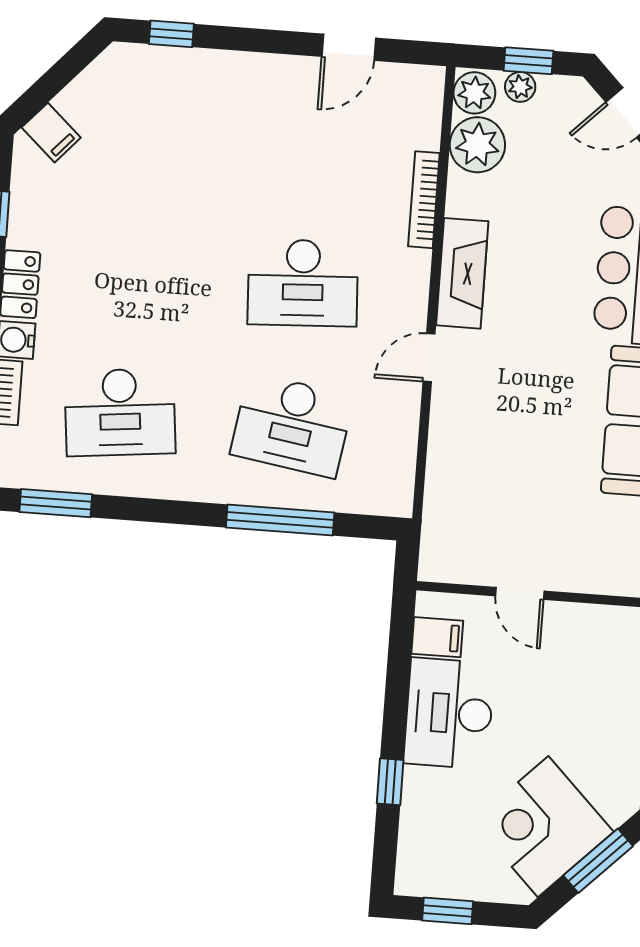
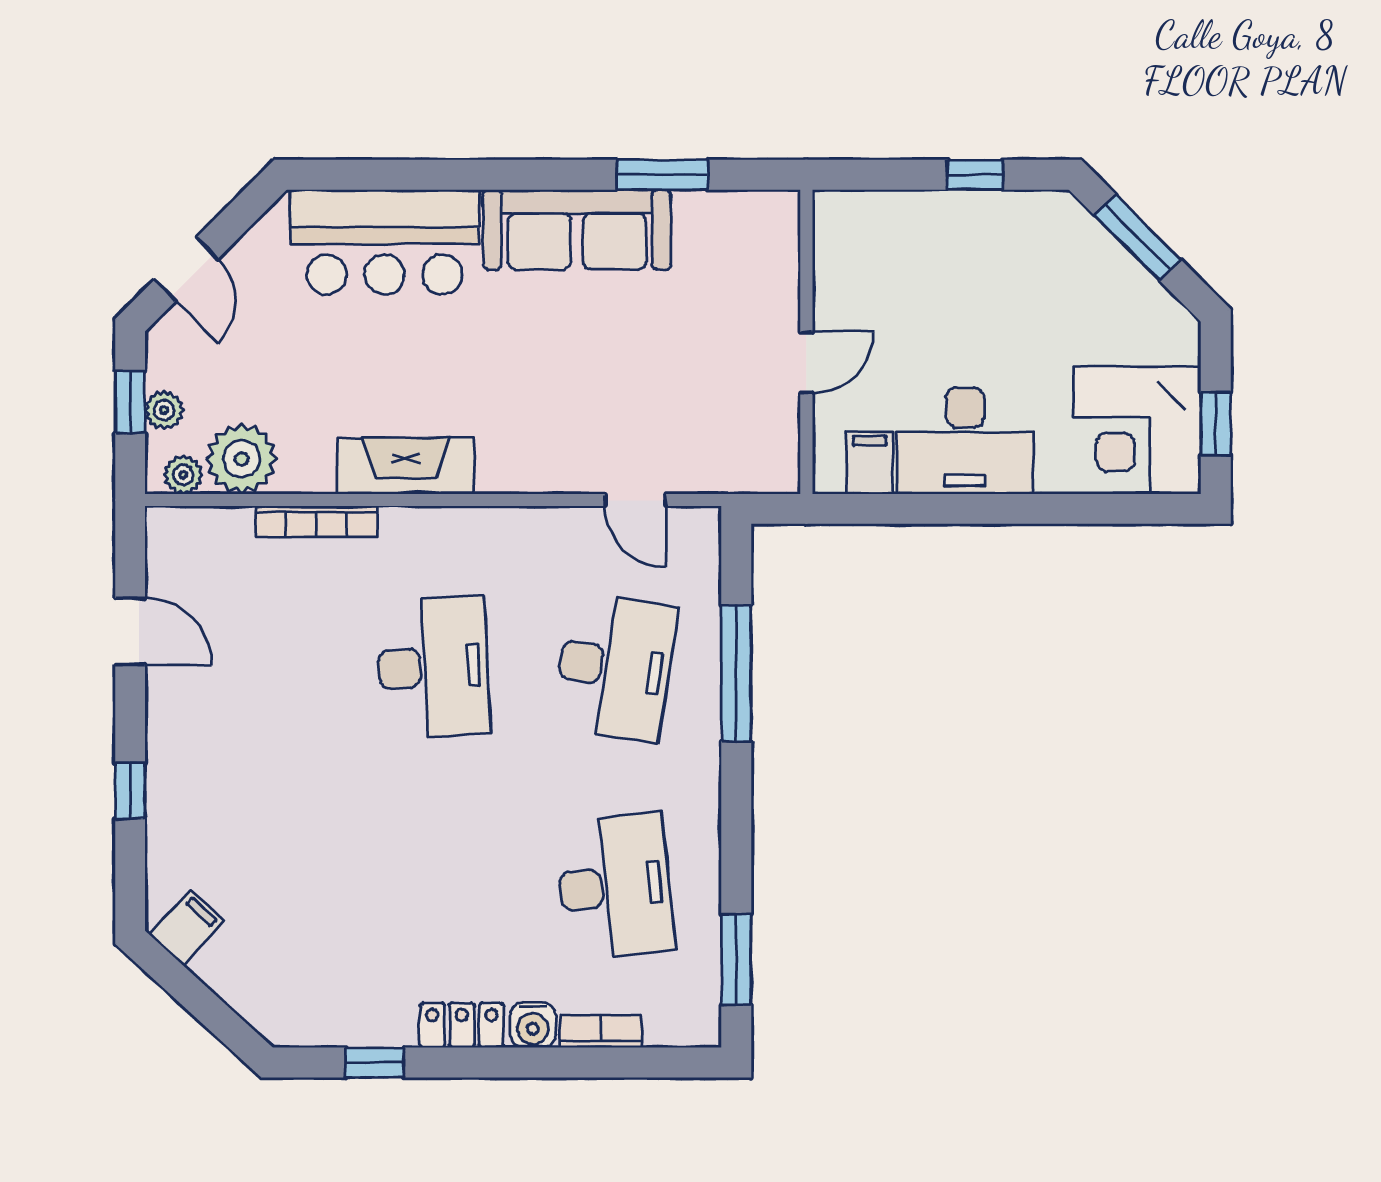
window: (171, 34) -> (130, 791), moved
plant: (474, 93) -> (183, 475), width x0.73, depth x0.73
filing cabinet: (51, 133) -> (187, 928), moved
door: (429, 358) -> (635, 500), moved
window: (390, 782) -> (1057, 509), removed
corner desk: (543, 827) -> (1137, 430), moved, turned 45

